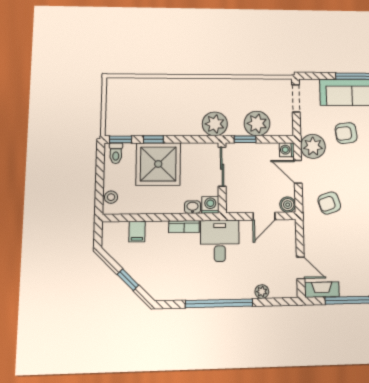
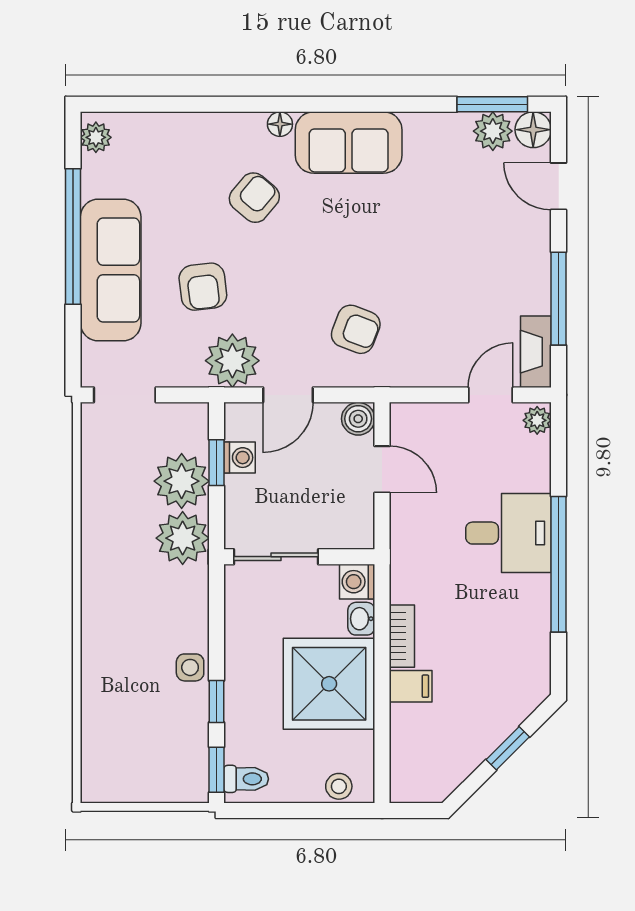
plant: (215, 124) -> (183, 538), moved
side table: (170, 127) -> (190, 667), added
window: (245, 139) -> (217, 463), moved
washing machine: (287, 150) -> (239, 458), moved, turned -90
shower: (158, 164) -> (329, 684), moved
armchair: (329, 203) -> (356, 329), turned -51
filing cabinet: (137, 232) -> (411, 686), moved
desk: (220, 241) -> (509, 533), moved, turned 180
plant: (262, 292) -> (537, 420), moved

